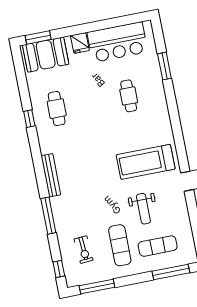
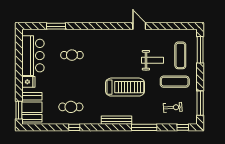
treadmill: (146, 162) -> (125, 87), moved, turned -90

